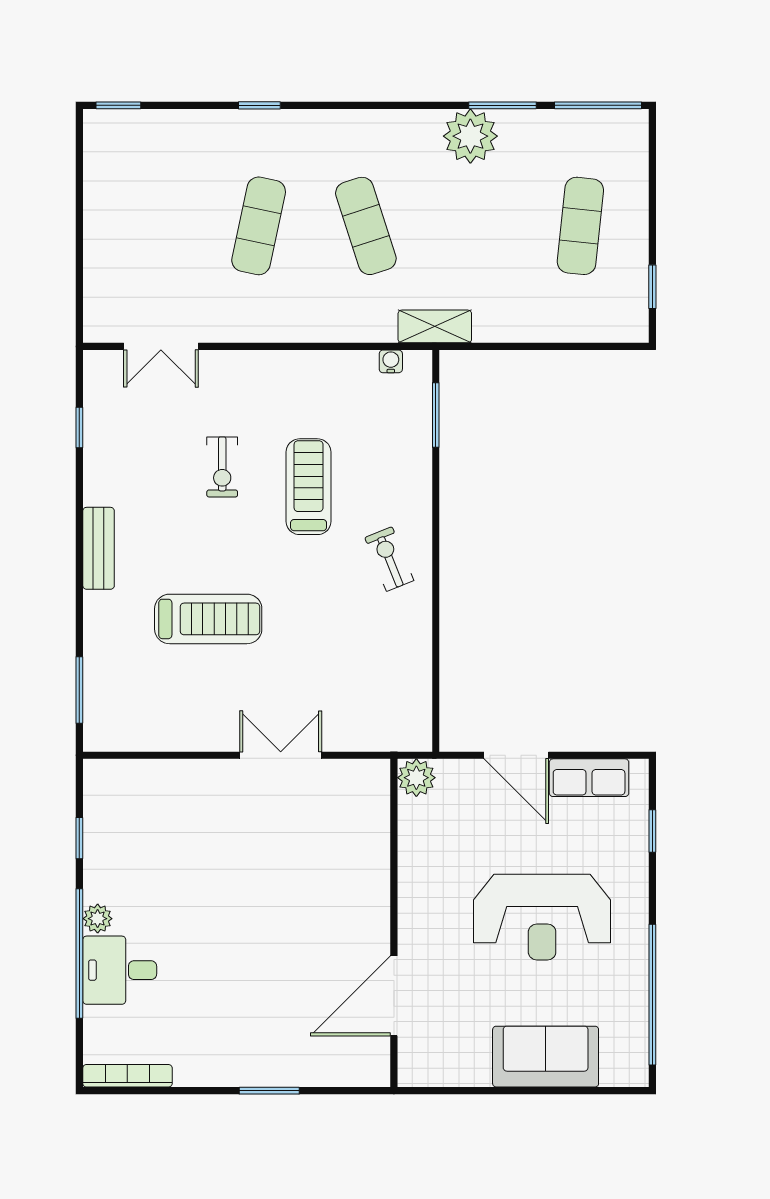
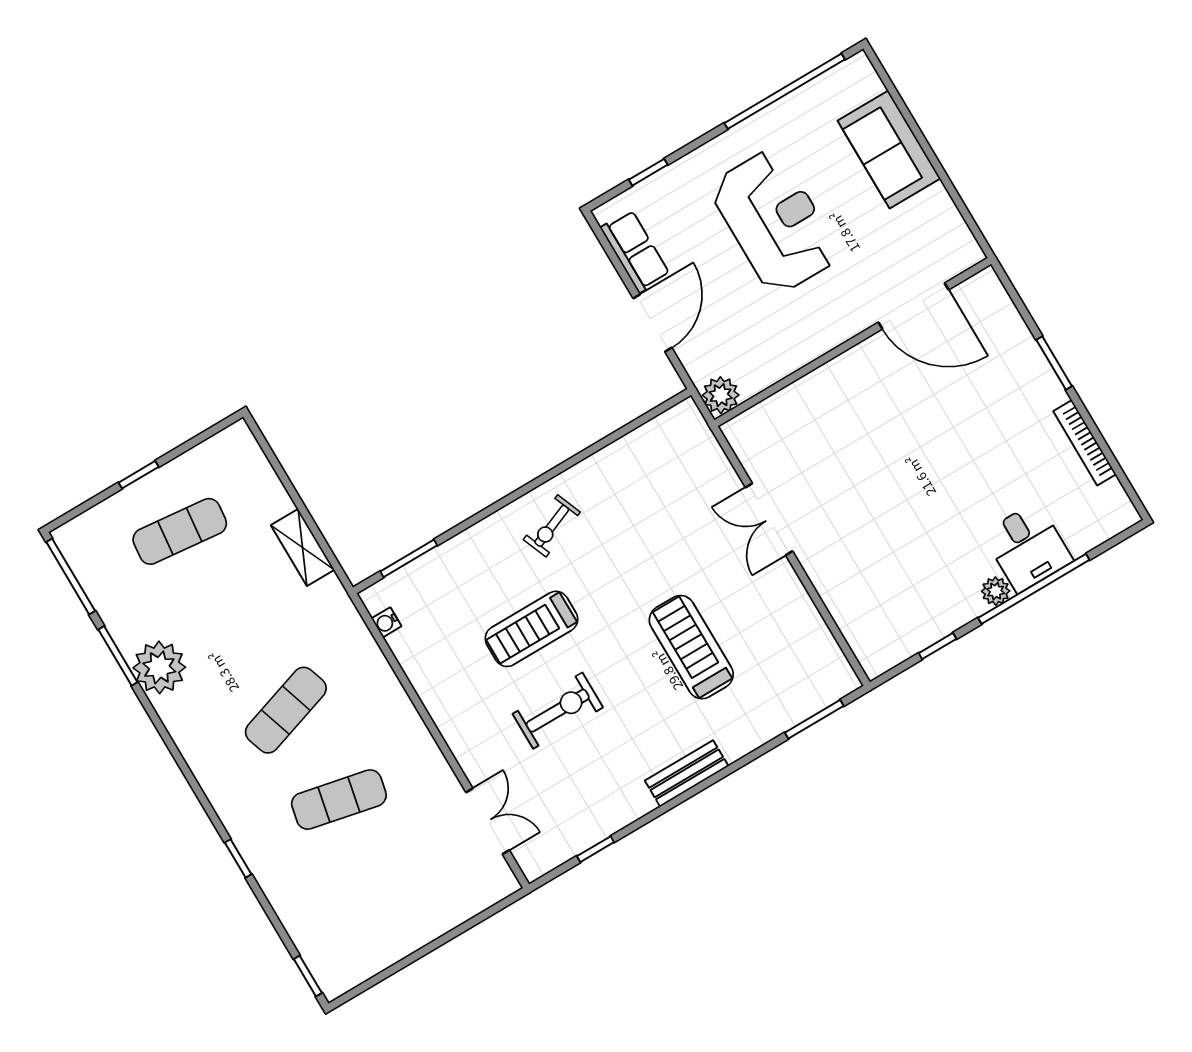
window: (652, 287) -> (139, 475), moved
shelving: (435, 326) -> (303, 547), moved
exercise bike: (222, 467) -> (558, 711), width x1.38, depth x1.39
bookcase: (127, 1076) -> (1085, 443), moved

